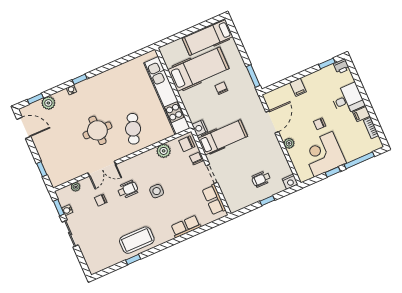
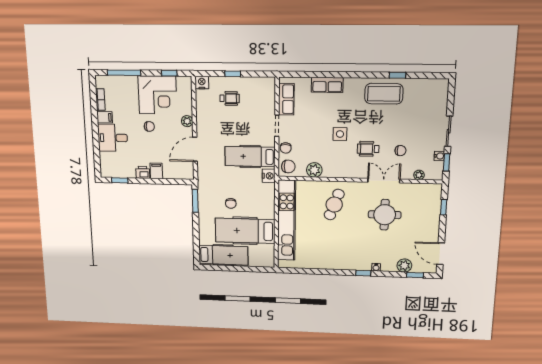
printer: (341, 66) -> (143, 172), moved
round table: (97, 130) -> (385, 215), moved
window: (333, 172) -> (169, 73), moved

